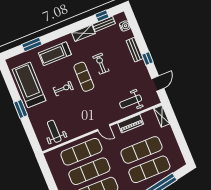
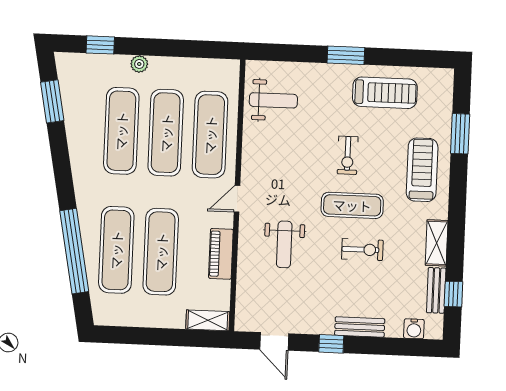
treadmill: (29, 85) -> (385, 93), width x0.73, depth x0.73
weight bench: (131, 101) -> (284, 244), moved, turned 180

